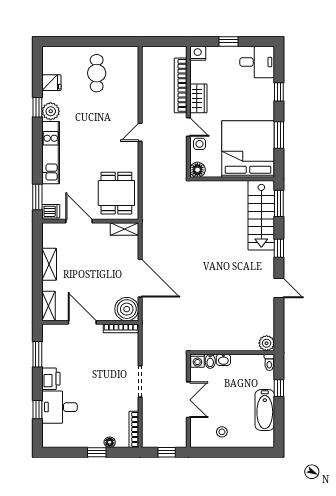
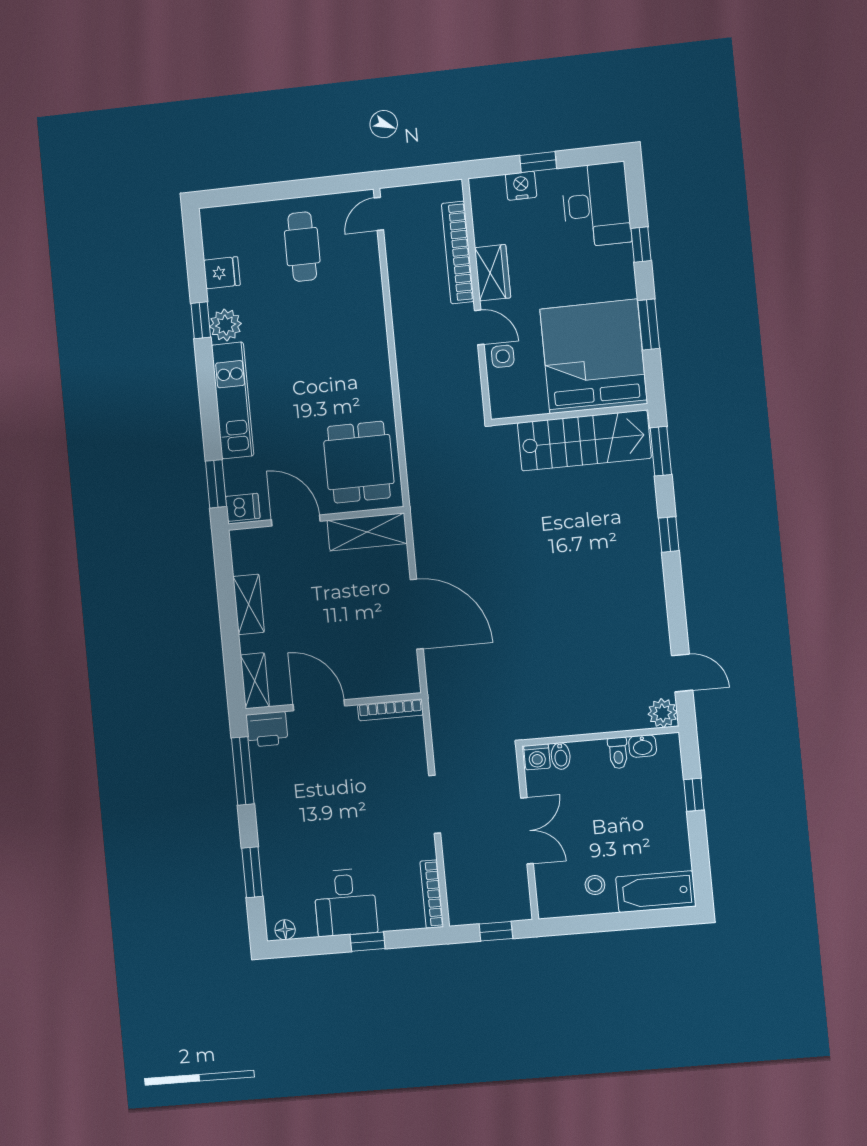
nightstand: (198, 53) -> (521, 186), moved
desk: (257, 62) -> (596, 205), width x1.37
door: (140, 132) -> (379, 214), moved
floor lamp: (197, 170) -> (504, 404), removed
stairs: (261, 215) -> (584, 440), moved, turned -90
shelving: (124, 229) -> (367, 532), width x1.50, depth x1.33
door: (279, 288) -> (682, 673), moved
boiler: (127, 309) -> (398, 673), removed
window: (37, 354) -> (243, 771), width x1.44
washbasin: (223, 360) -> (643, 746), moved
toilet: (269, 362) -> (618, 753), moved
printer: (51, 379) -> (267, 729), moved, turned 90
desk: (59, 407) -> (345, 902), moved, turned -90
window: (37, 410) -> (252, 872), width x1.50
bathtub: (265, 410) -> (656, 892), moved, turned 90
floor lamp: (110, 442) -> (285, 930), moved

